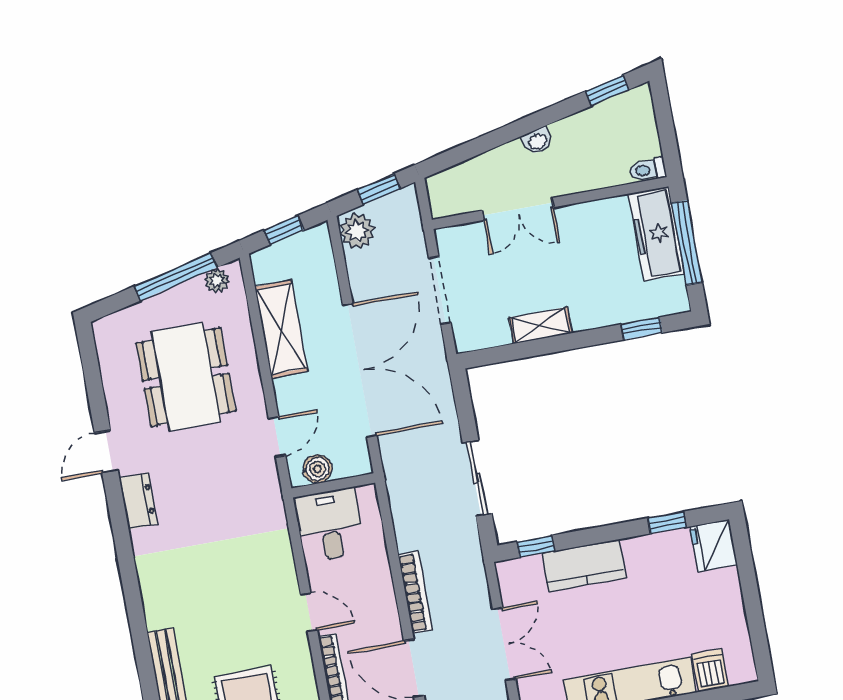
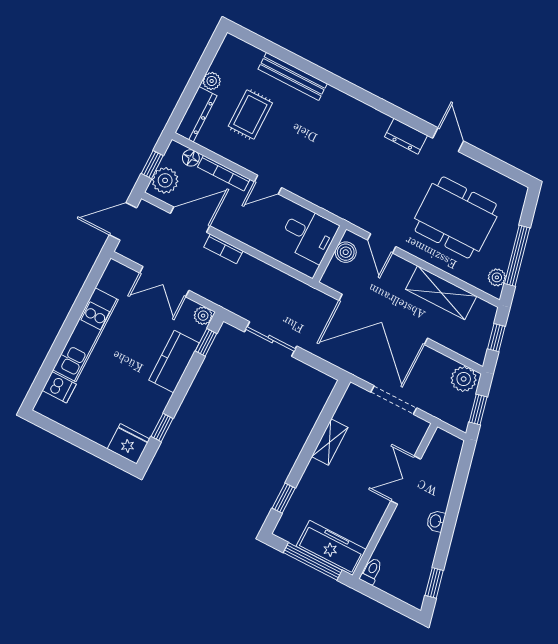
plant: (509, 572) -> (203, 316), added
bookcase: (415, 592) -> (223, 249), width x0.64

